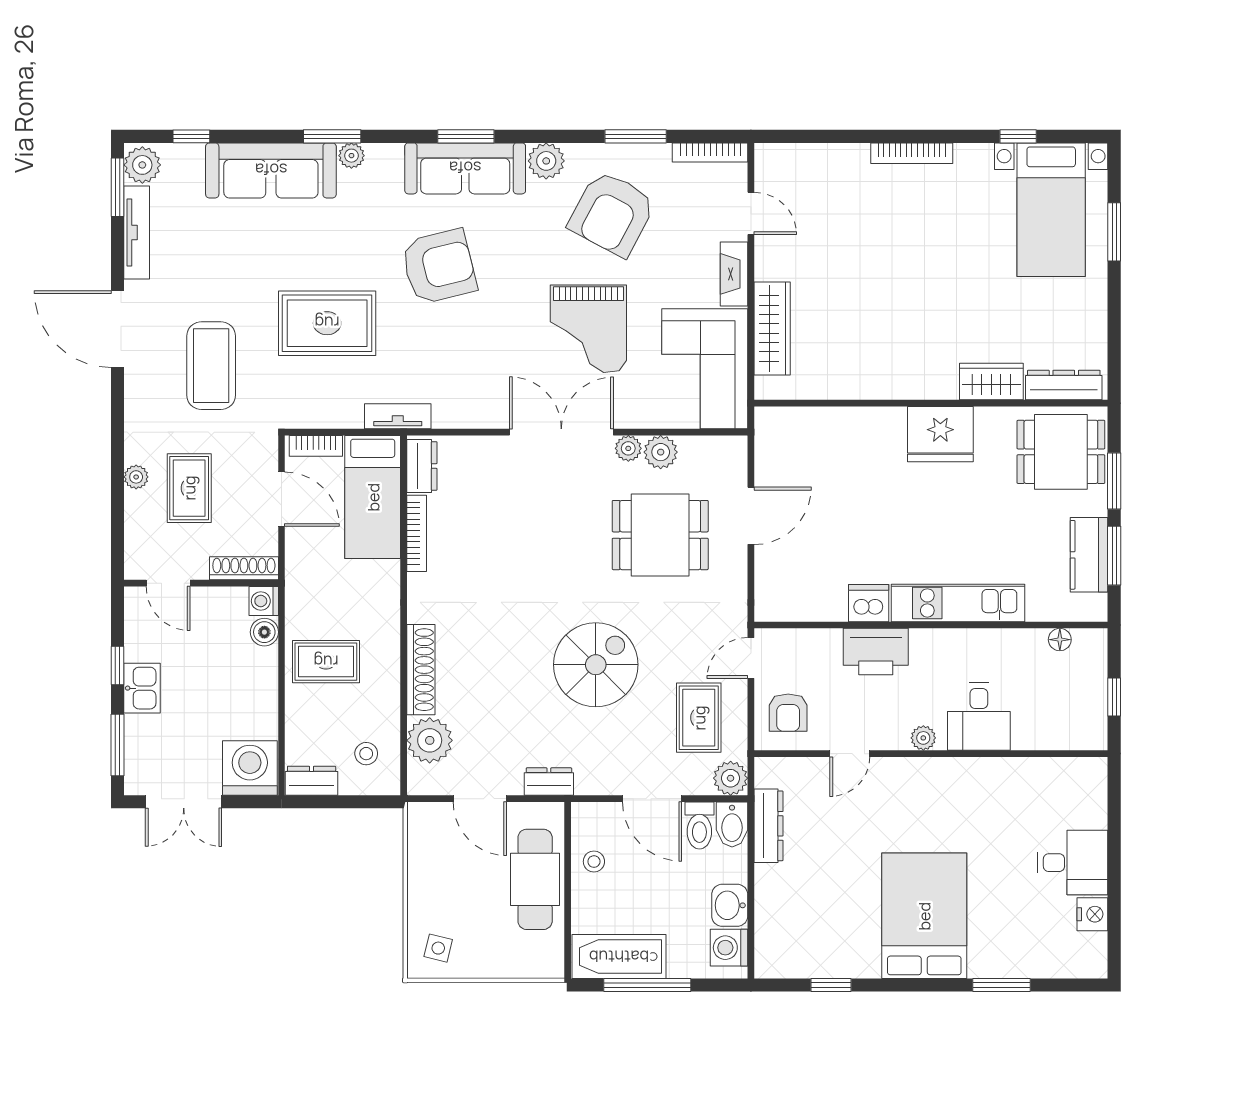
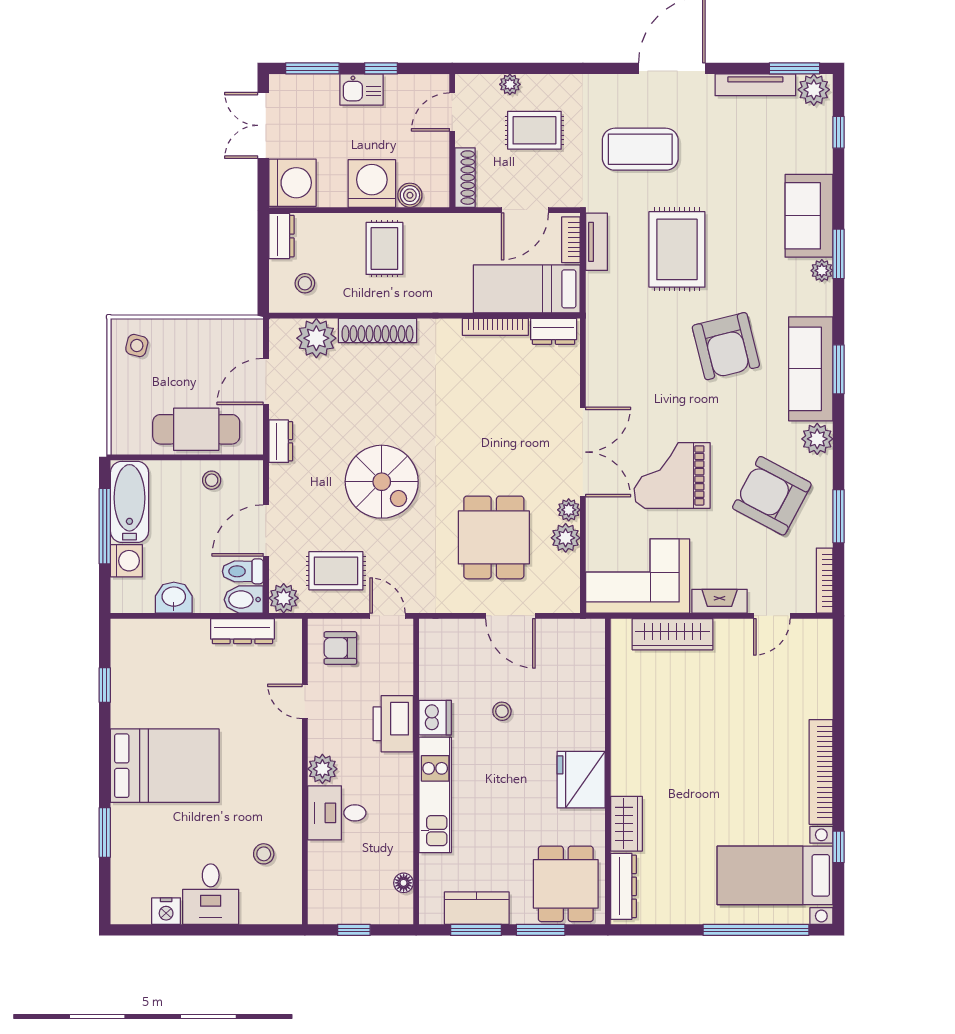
bookcase: (912, 153) -> (821, 772), width x1.48, depth x1.31
sofa: (271, 170) -> (809, 216), width x0.73
window: (1114, 232) -> (756, 930), width x2.11
tv unit: (398, 416) -> (597, 242), moved
plant: (136, 477) -> (510, 84), moved
stool: (861, 526) -> (502, 711), added
washing machine: (264, 601) -> (372, 183), moved, width x1.89, depth x1.89
plant: (923, 738) -> (322, 769), width x1.38, depth x1.38
stool: (1026, 801) -> (264, 854), added
washing machine: (729, 948) -> (126, 561), moved, turned 90

